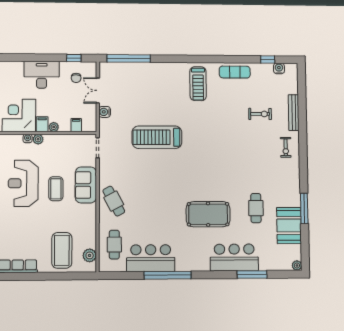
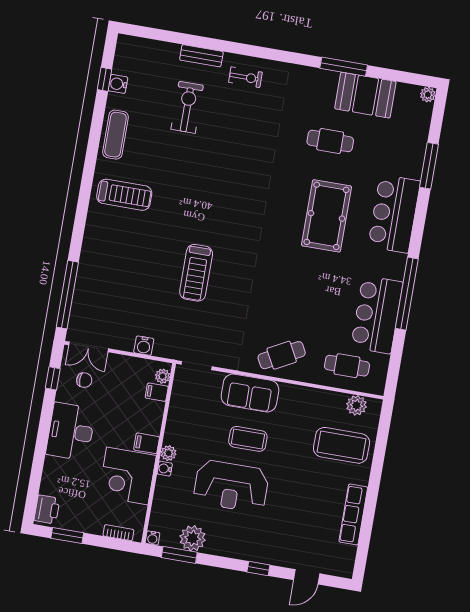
water cooler: (279, 68) -> (118, 84), moved
double door: (98, 90) -> (88, 347), moved
bench: (294, 113) -> (201, 56), width x0.73
exercise bike: (260, 114) -> (187, 107), width x1.38, depth x1.39
plant: (54, 127) -> (163, 376), moved
treadmill: (157, 137) -> (196, 273), width x0.73, depth x0.73
bar counter: (234, 257) -> (394, 214), moved

